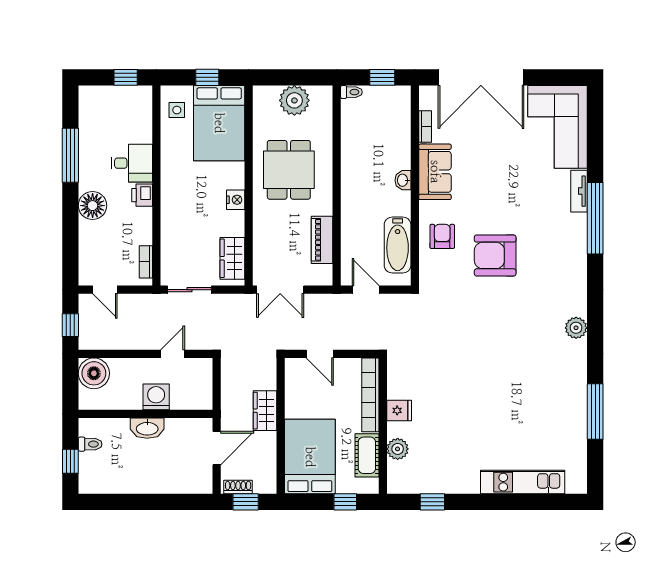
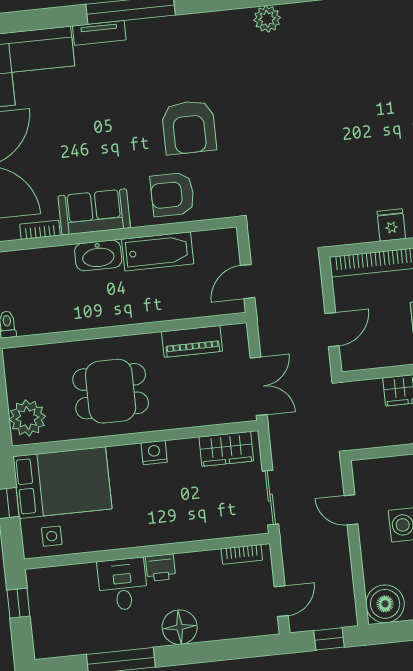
plant: (294, 100) -> (27, 418), moved
washbasin: (403, 180) -> (98, 255), width x1.91, depth x1.45
armchair: (442, 236) -> (172, 195), width x1.38, depth x1.38
bathtub: (398, 245) -> (158, 252), moved

